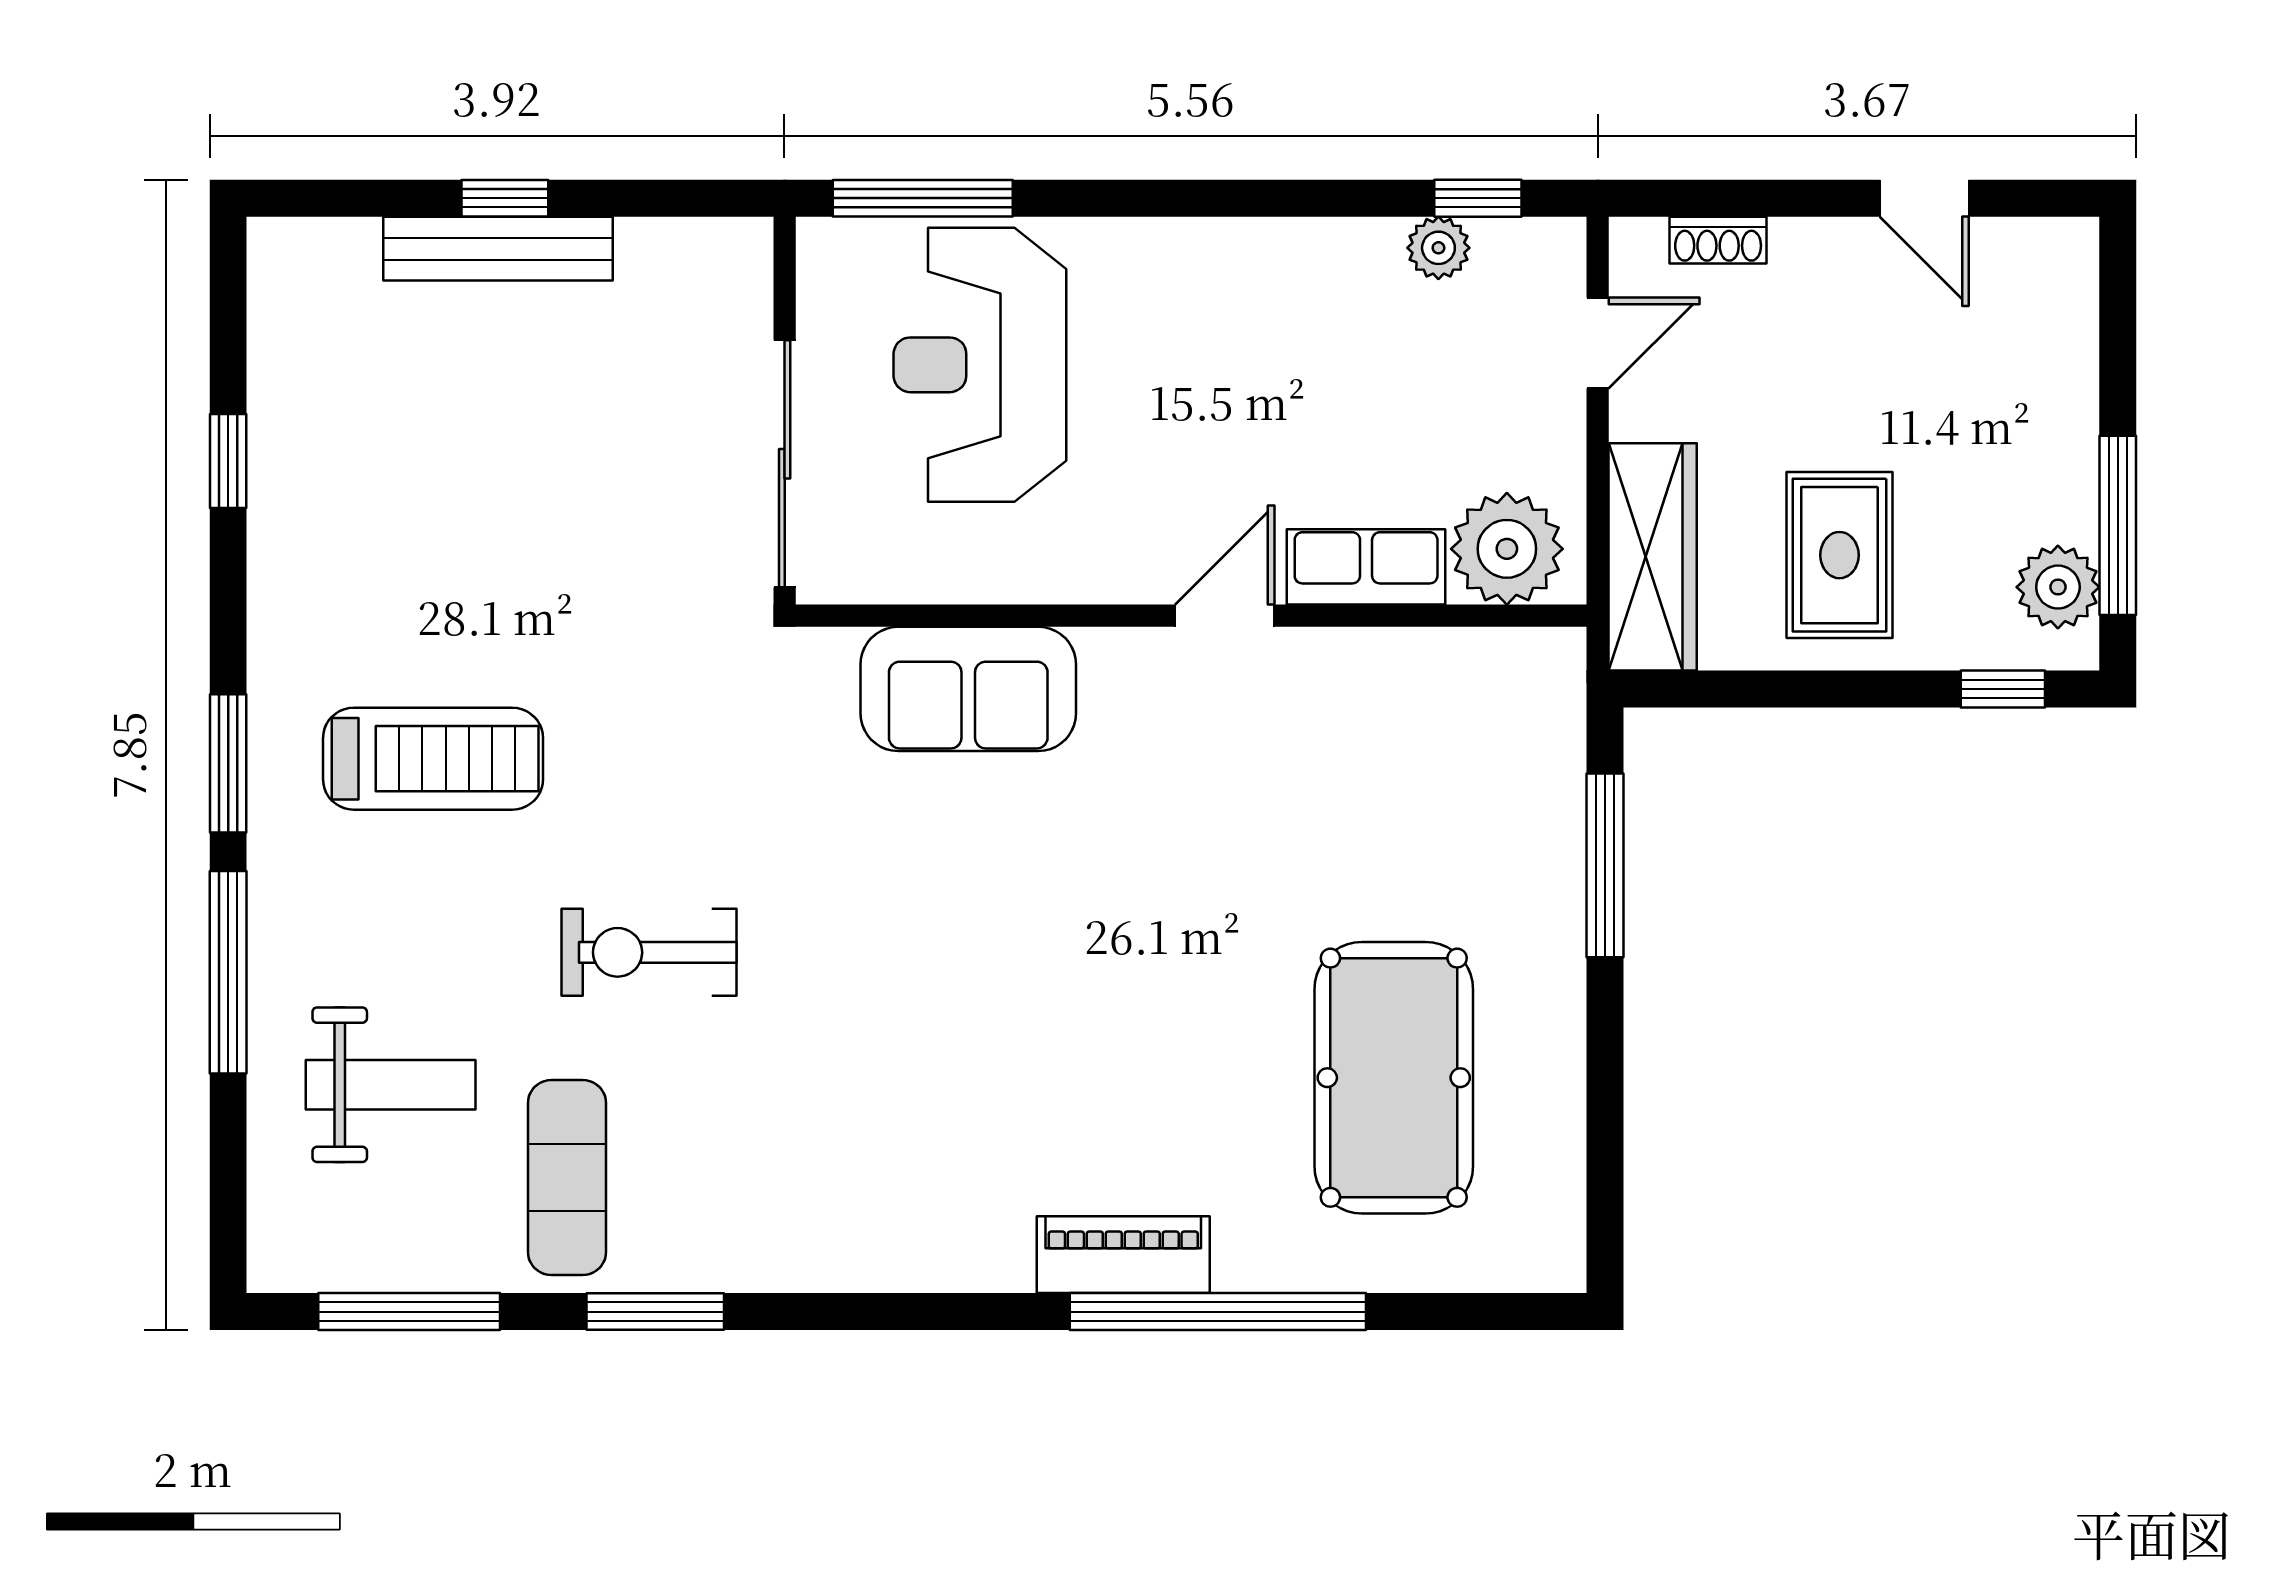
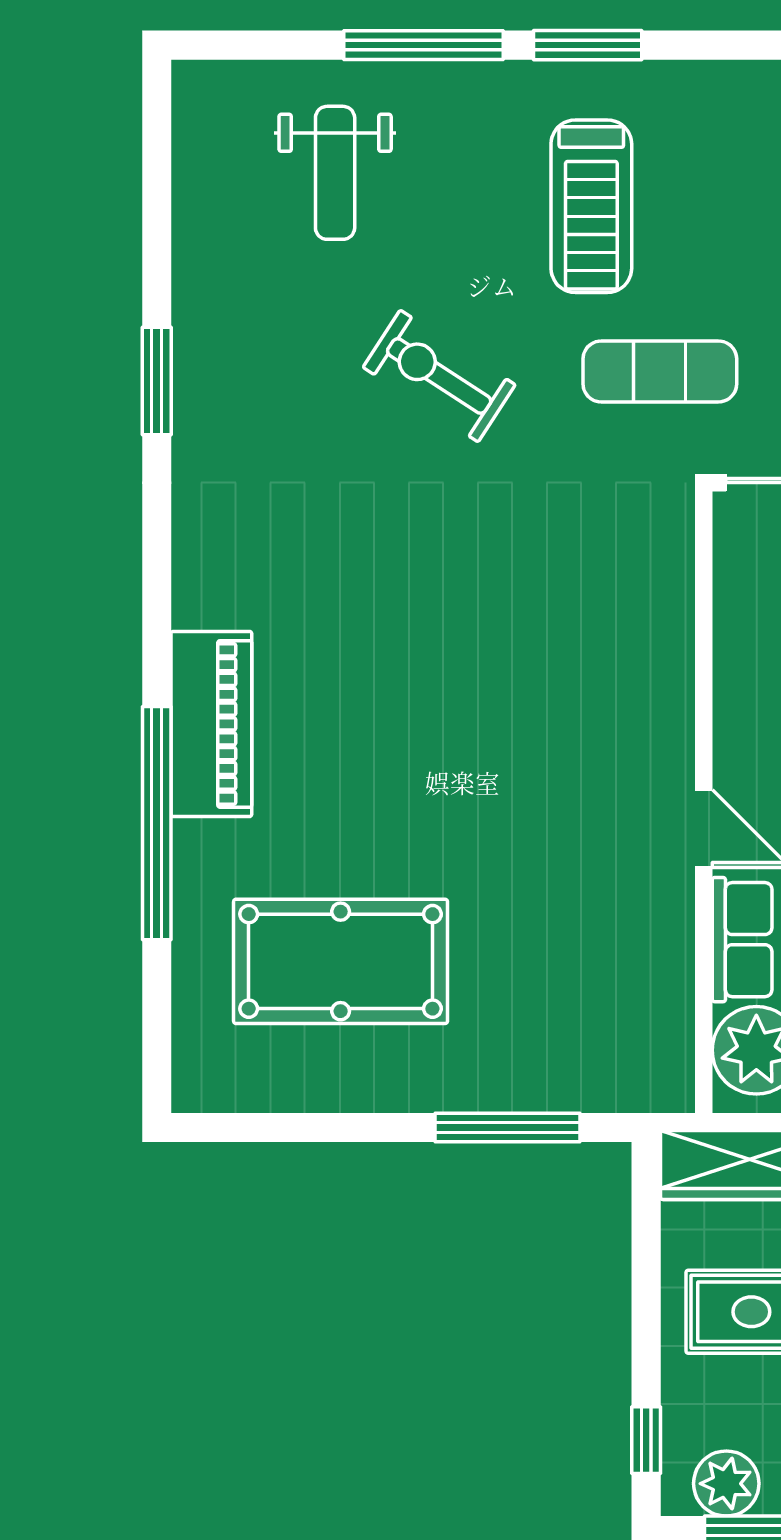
sofa: (968, 689) -> (646, 627), removed
exercise bike: (649, 952) -> (439, 376), turned -57
exercise mat: (567, 1178) -> (660, 371), moved
piano: (1123, 1255) -> (211, 724), width x1.37, depth x1.33
window: (409, 1312) -> (157, 187), removed

